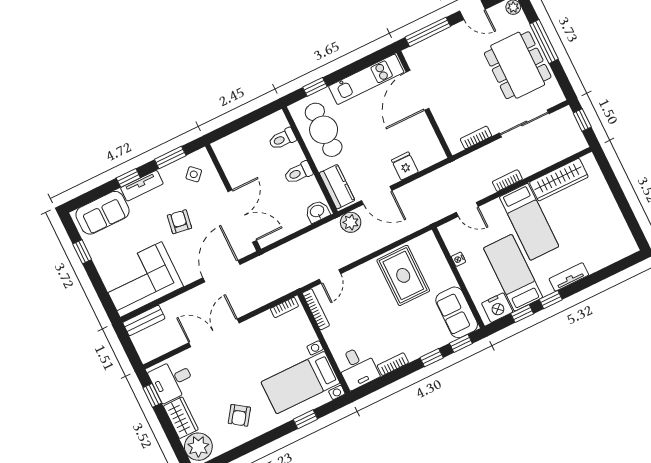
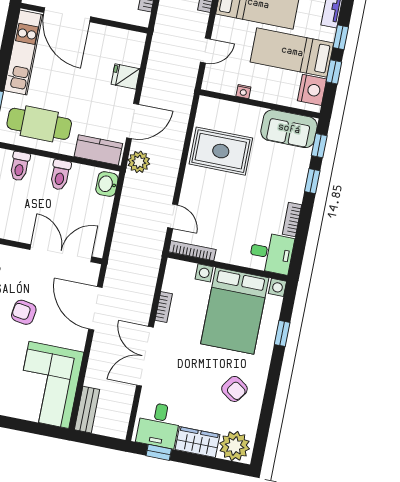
bookcase: (284, 307) -> (164, 307), moved
bed with nightstands: (301, 383) -> (235, 311), width x1.36

